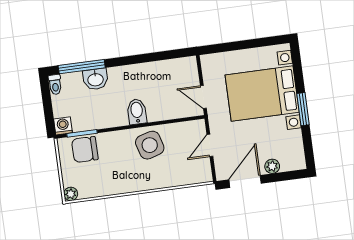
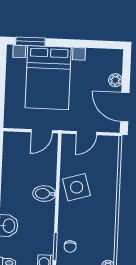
window: (303, 109) -> (30, 42), moved
door: (210, 145) -> (86, 133), hinge flipped
chair: (85, 149) -> (70, 247), width x0.54, depth x0.54

